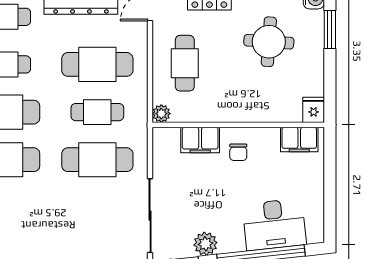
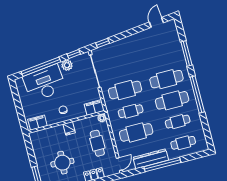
fridge: (314, 110) -> (69, 128), moved
filing cabinet: (200, 140) -> (94, 107), moved
desk: (274, 224) -> (45, 83), width x1.36, depth x1.30

